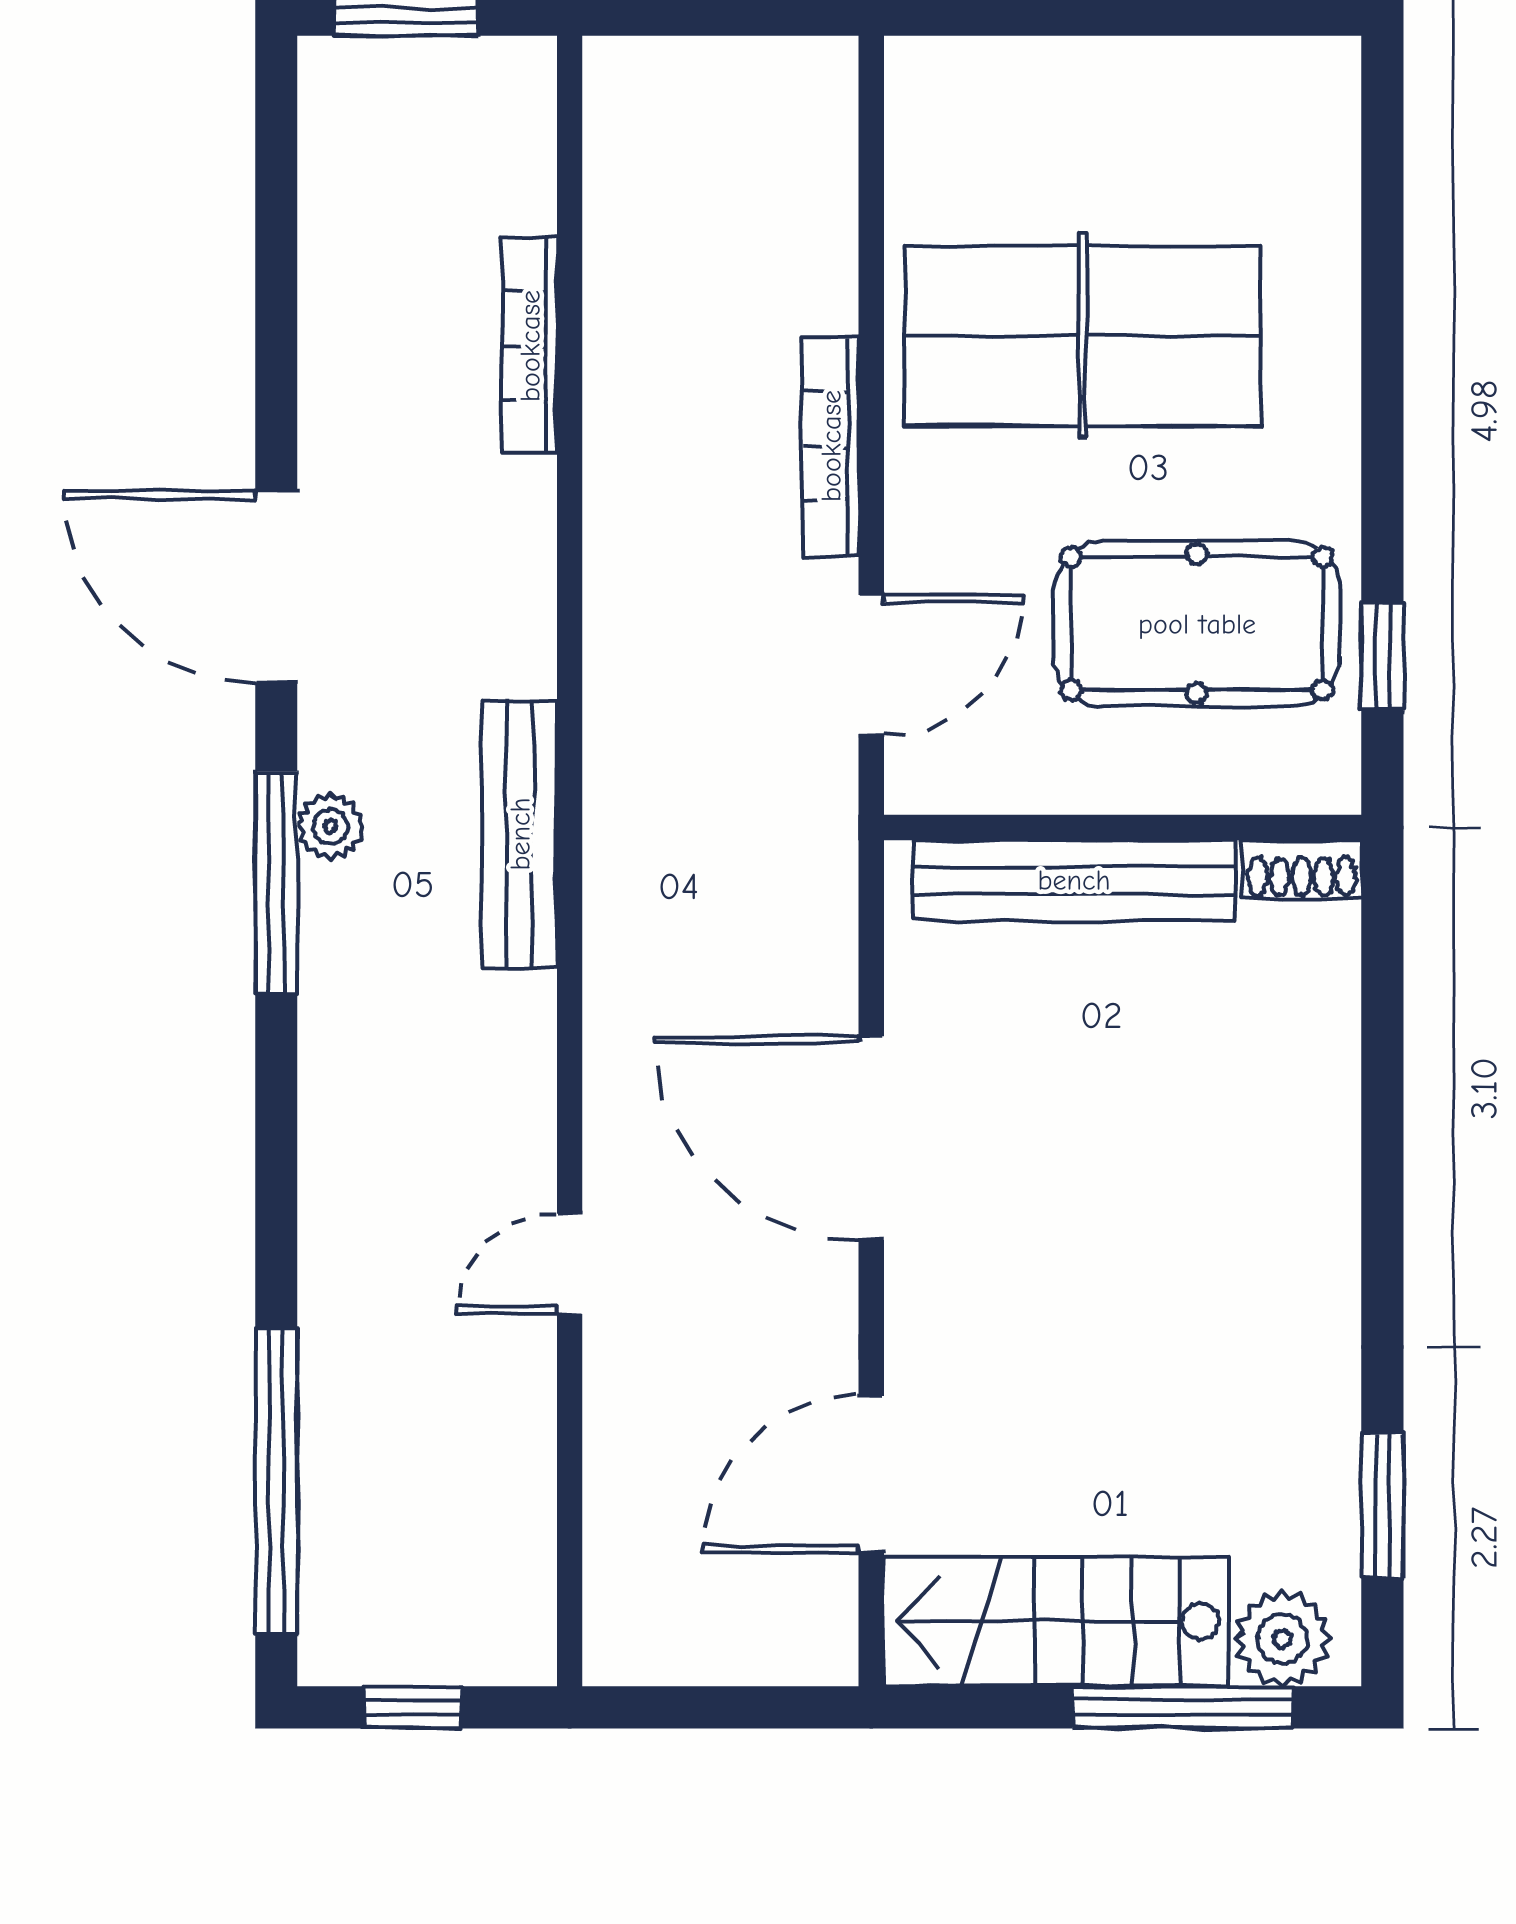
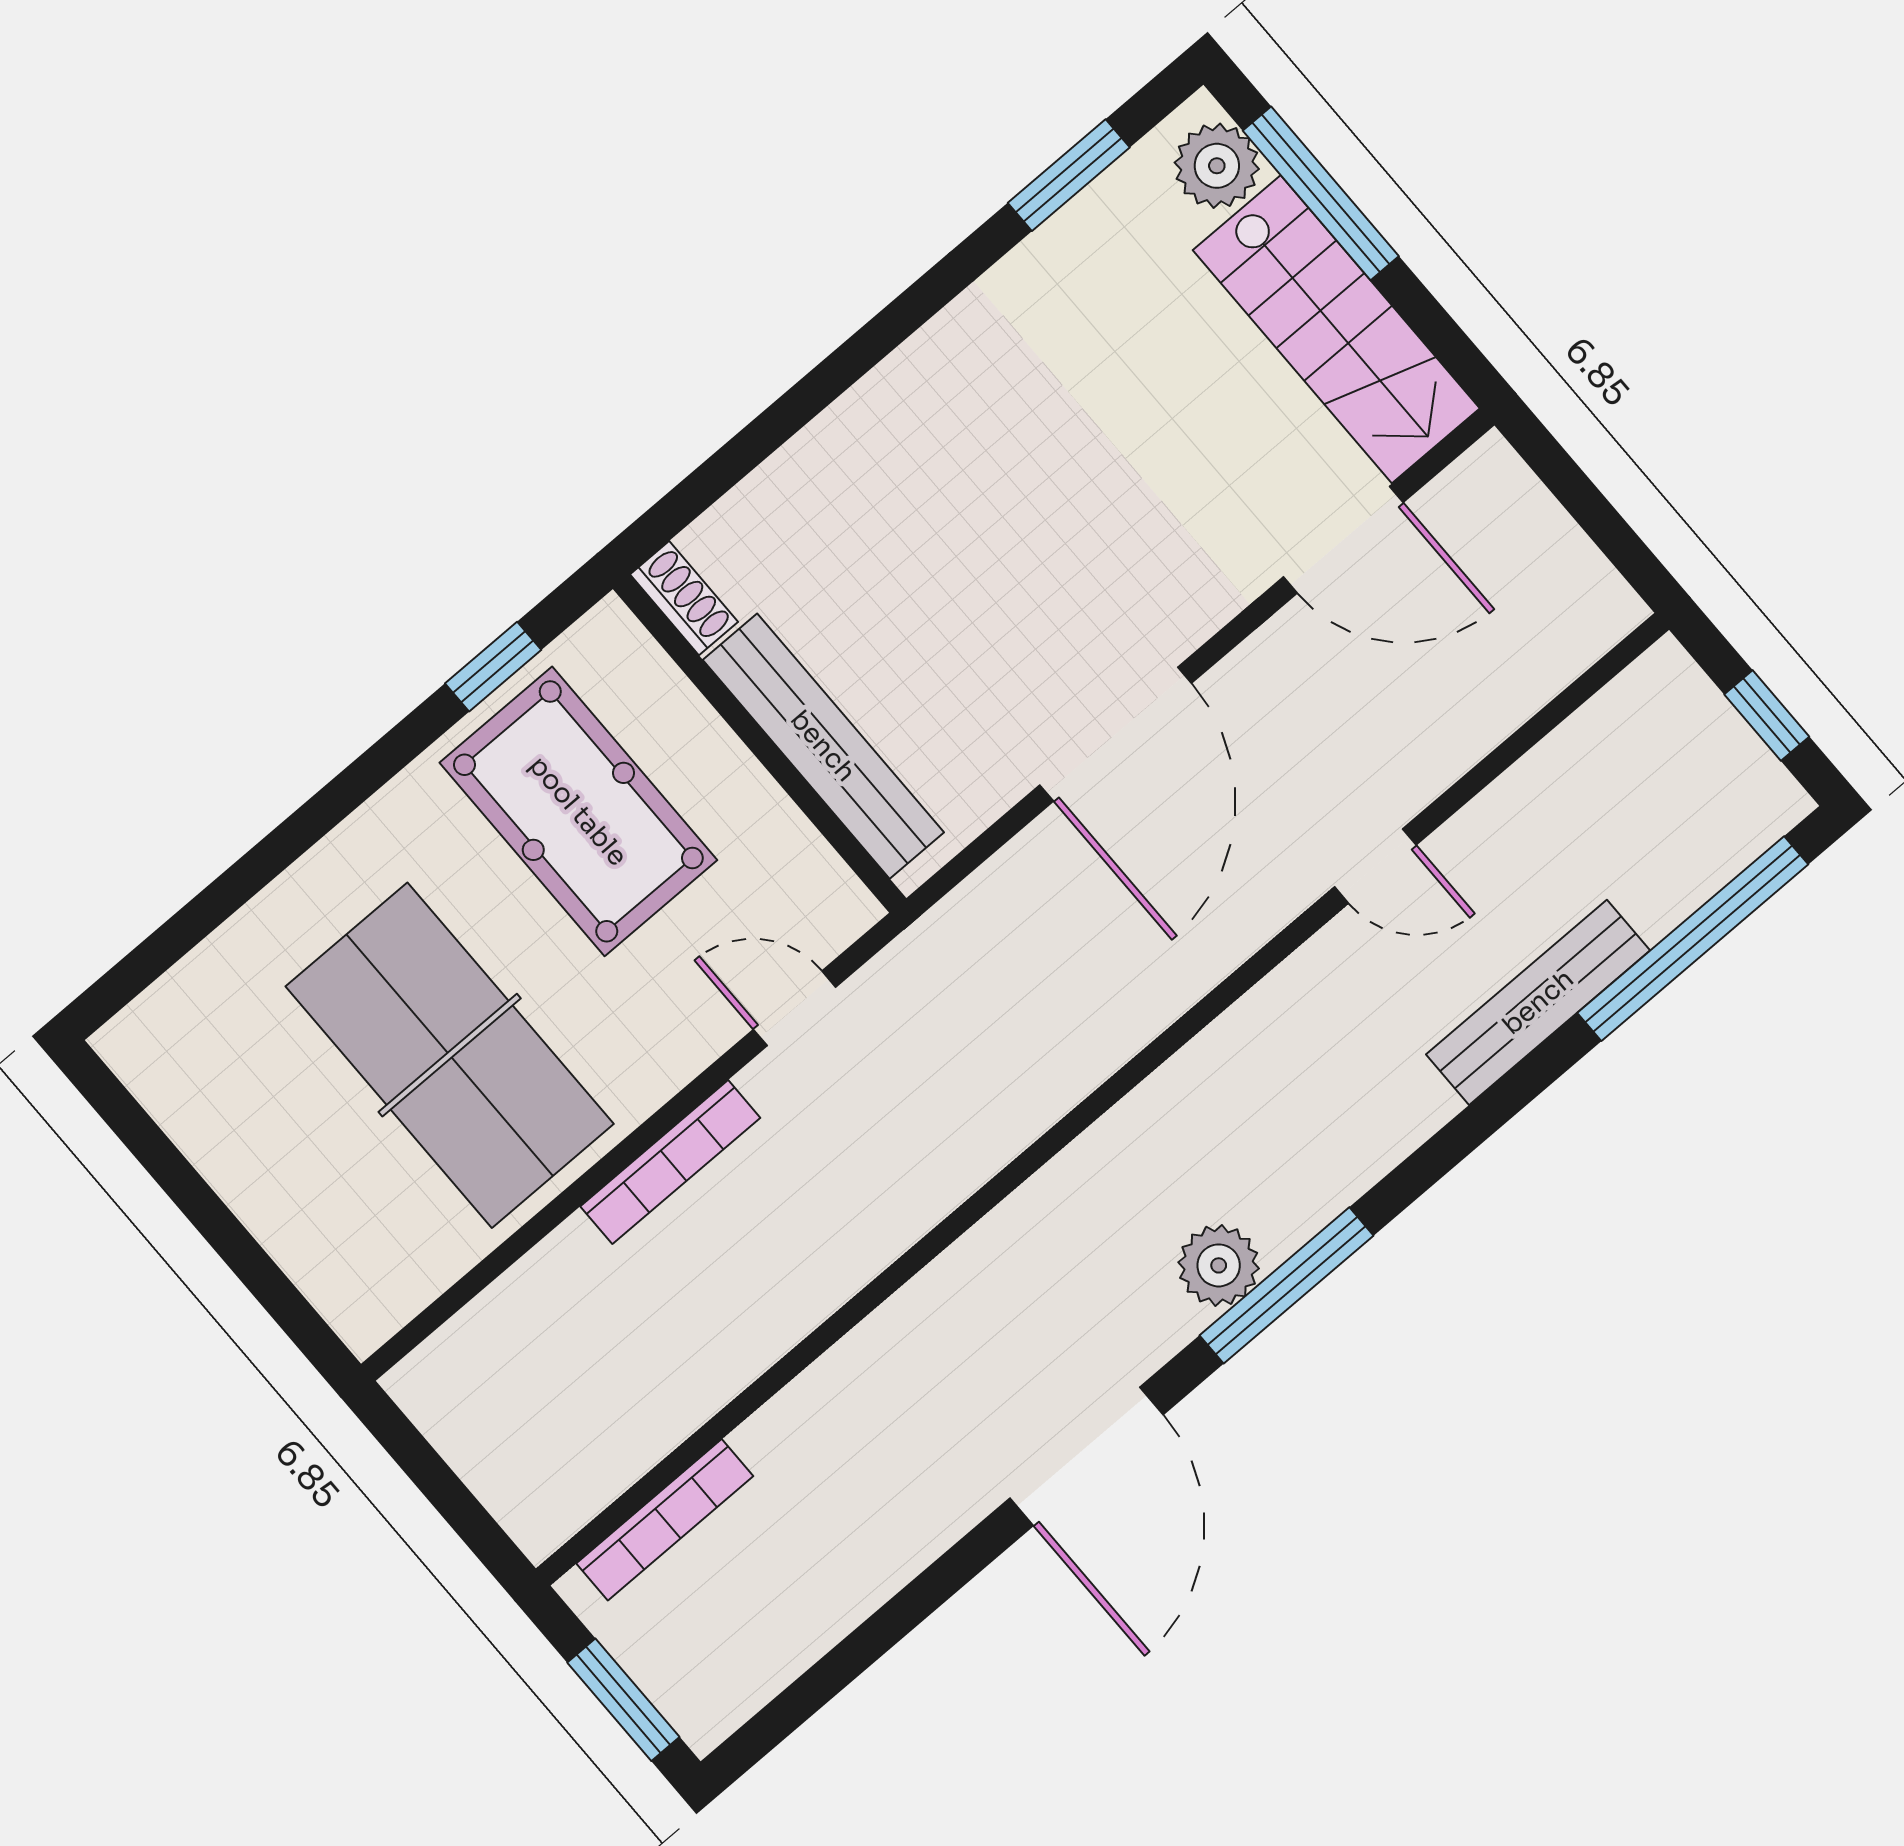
bookcase: (530, 346) -> (665, 1520), moved
door: (871, 664) -> (795, 1008), width x0.73
plant: (330, 826) -> (1219, 1265), width x1.38, depth x1.38
bench: (520, 834) -> (1538, 1002), moved

